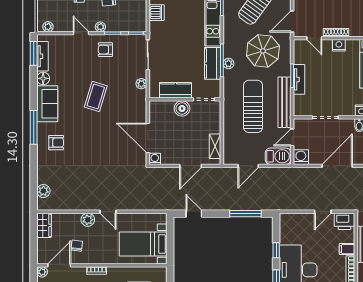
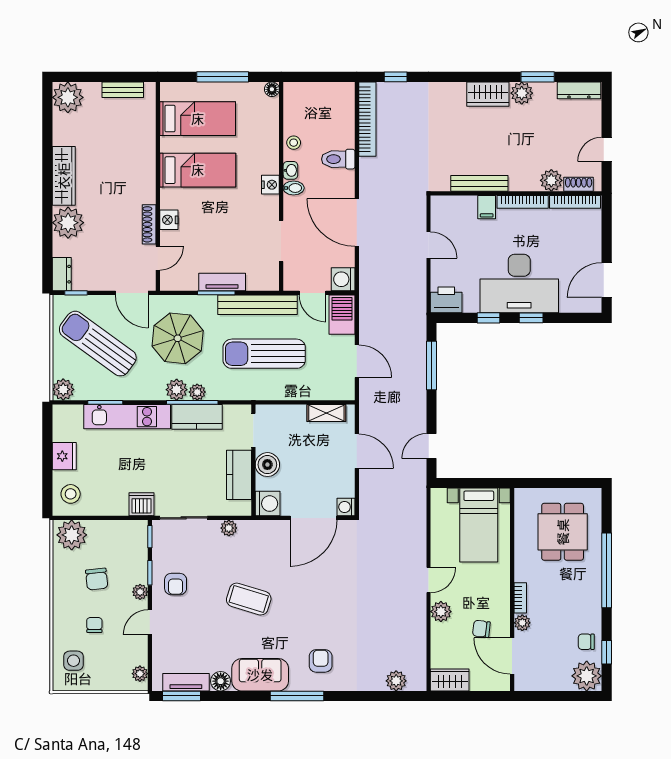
dishwasher: (157, 13) -> (141, 504), moved
plant: (230, 50) -> (177, 390), added
washing machine: (157, 109) -> (268, 504), added
printer: (345, 221) -> (446, 300), moved, turned -90
plant: (42, 272) -> (522, 623), moved

